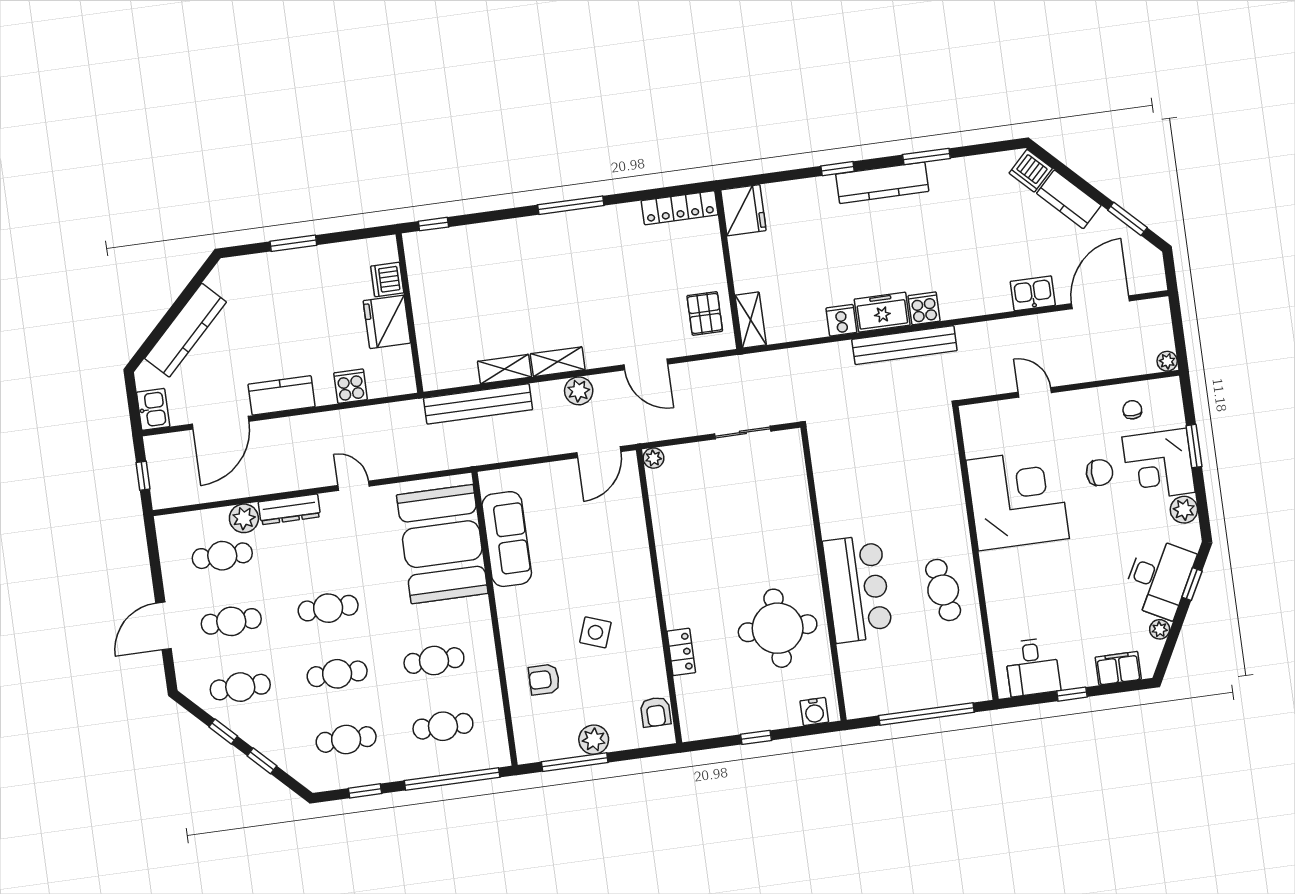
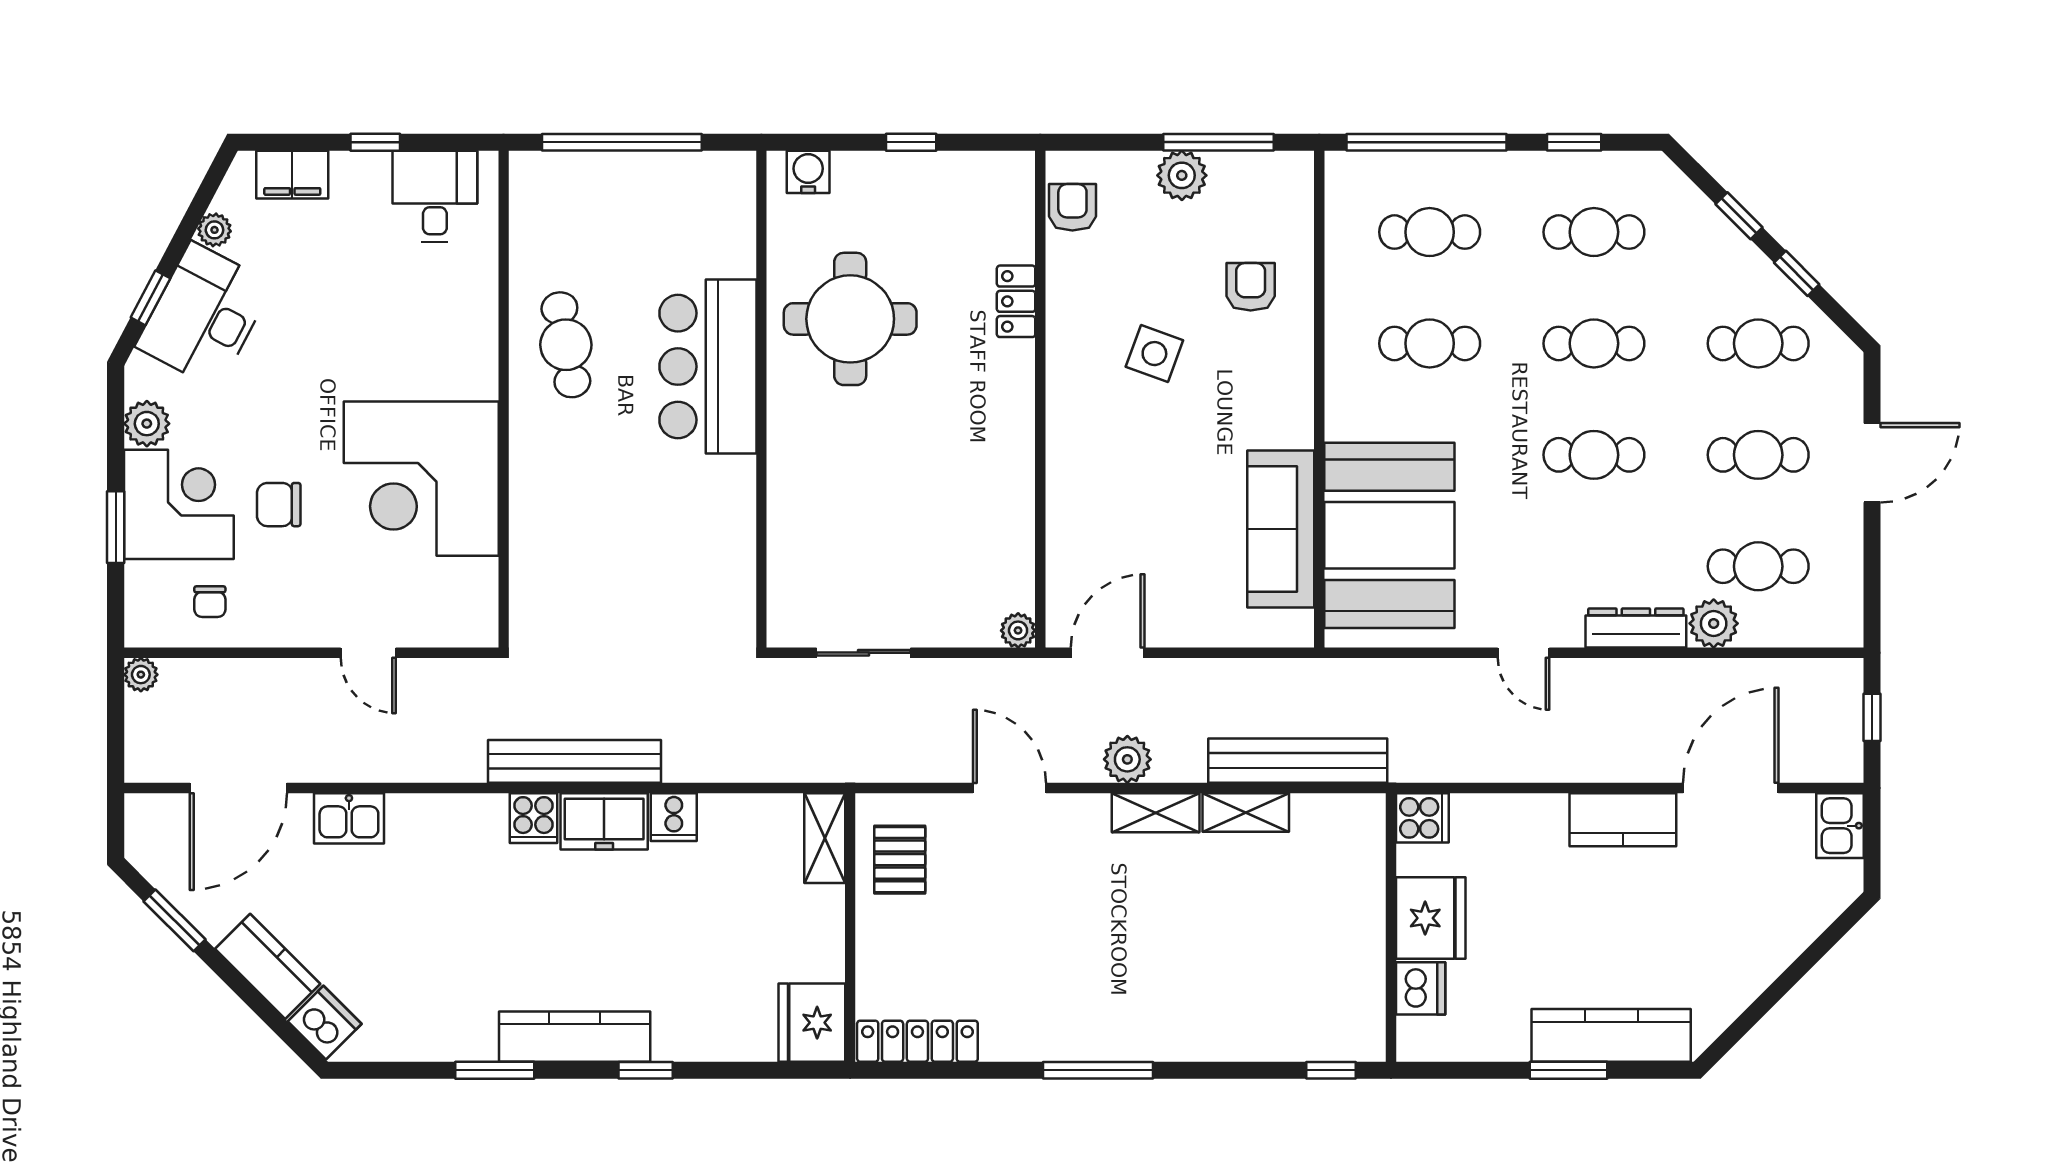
kitchen counter: (186, 330) -> (1611, 1035), moved, turned 45
cooker: (351, 386) -> (1422, 818), moved, turned -90
armchair: (544, 679) -> (1251, 287), turned -90

